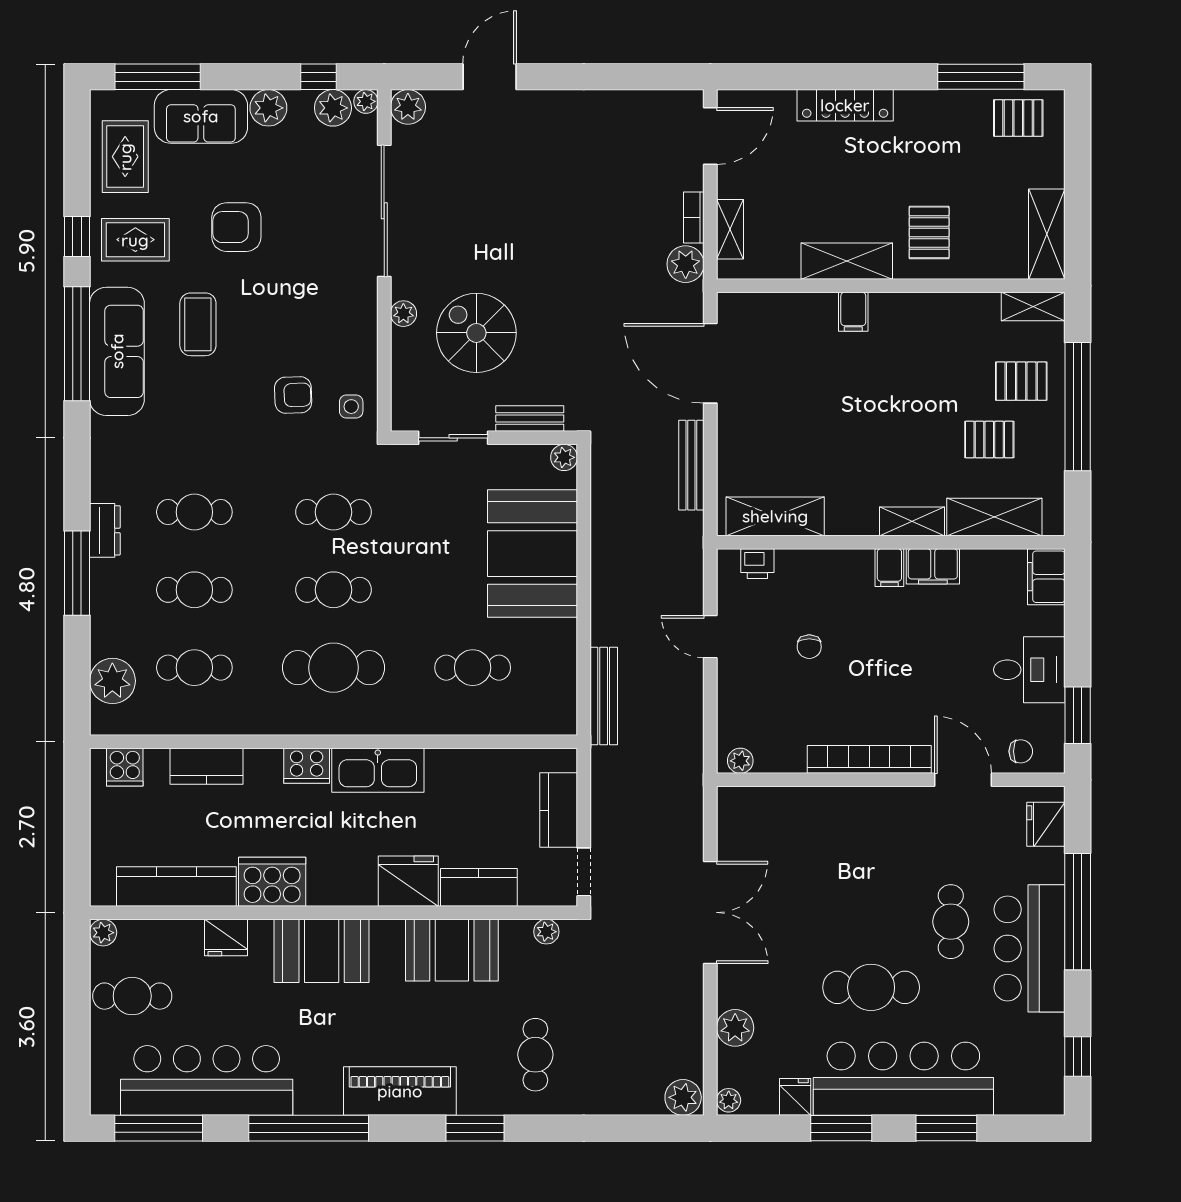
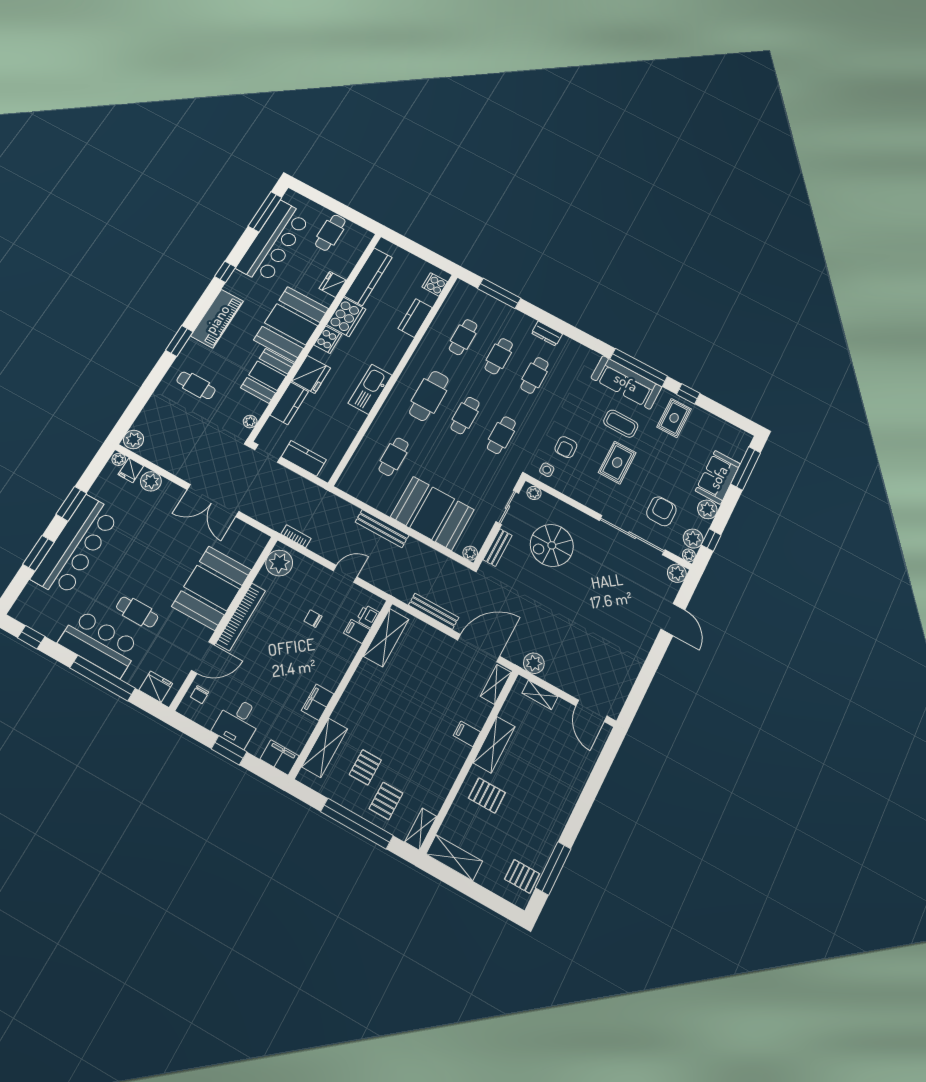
locker: (845, 105) -> (573, 788), removed
pallet: (1018, 118) -> (522, 876), turned 90
rug: (125, 157) -> (617, 463), moved, turned 90
bookcase: (694, 218) -> (296, 536), moved
armchair: (236, 227) -> (661, 511), moved
plant: (403, 314) -> (534, 493), moved
spiral stairs: (476, 333) -> (552, 545), turned 180
shelving: (912, 521) -> (496, 684), moved
filing cabinet: (889, 568) -> (357, 631), moved
window: (77, 573) -> (499, 293), moved
plant: (112, 681) -> (477, 300), removed
bench: (604, 696) -> (382, 529), moved
window: (1078, 715) -> (229, 750), moved
plant: (740, 761) -> (279, 563), width x1.87, depth x1.87
cooker: (307, 766) -> (328, 340), moved, turned 180
booth: (850, 830) -> (212, 588), added
plant: (103, 933) -> (366, 236), removed
booth: (322, 951) -> (291, 324), width x1.36, depth x1.42
cafe table: (871, 987) -> (130, 556), removed
fridge: (795, 1097) -> (131, 470), moved, turned 90
window: (309, 1128) -> (225, 272), width x0.32

